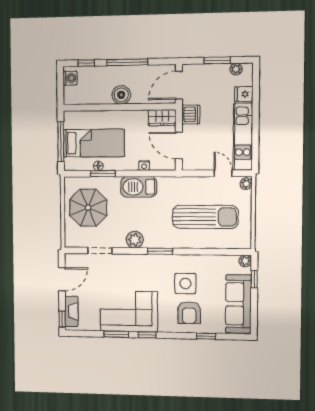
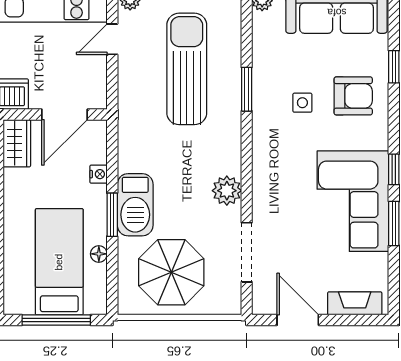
window: (103, 174) -> (112, 215), moved
barbecue: (139, 187) -> (135, 205), moved
doorway: (100, 251) -> (247, 252), width x1.38
window: (160, 251) -> (247, 89), moved
side table: (185, 284) -> (302, 103), width x0.54, depth x0.54
window: (62, 319) -> (369, 320), removed

